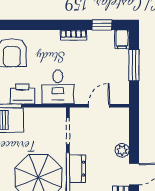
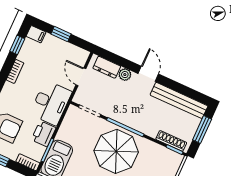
window: (134, 65) -> (61, 34), width x0.67
desk: (58, 87) -> (51, 103), width x1.37
dresser: (77, 169) -> (107, 67), moved, turned 180

